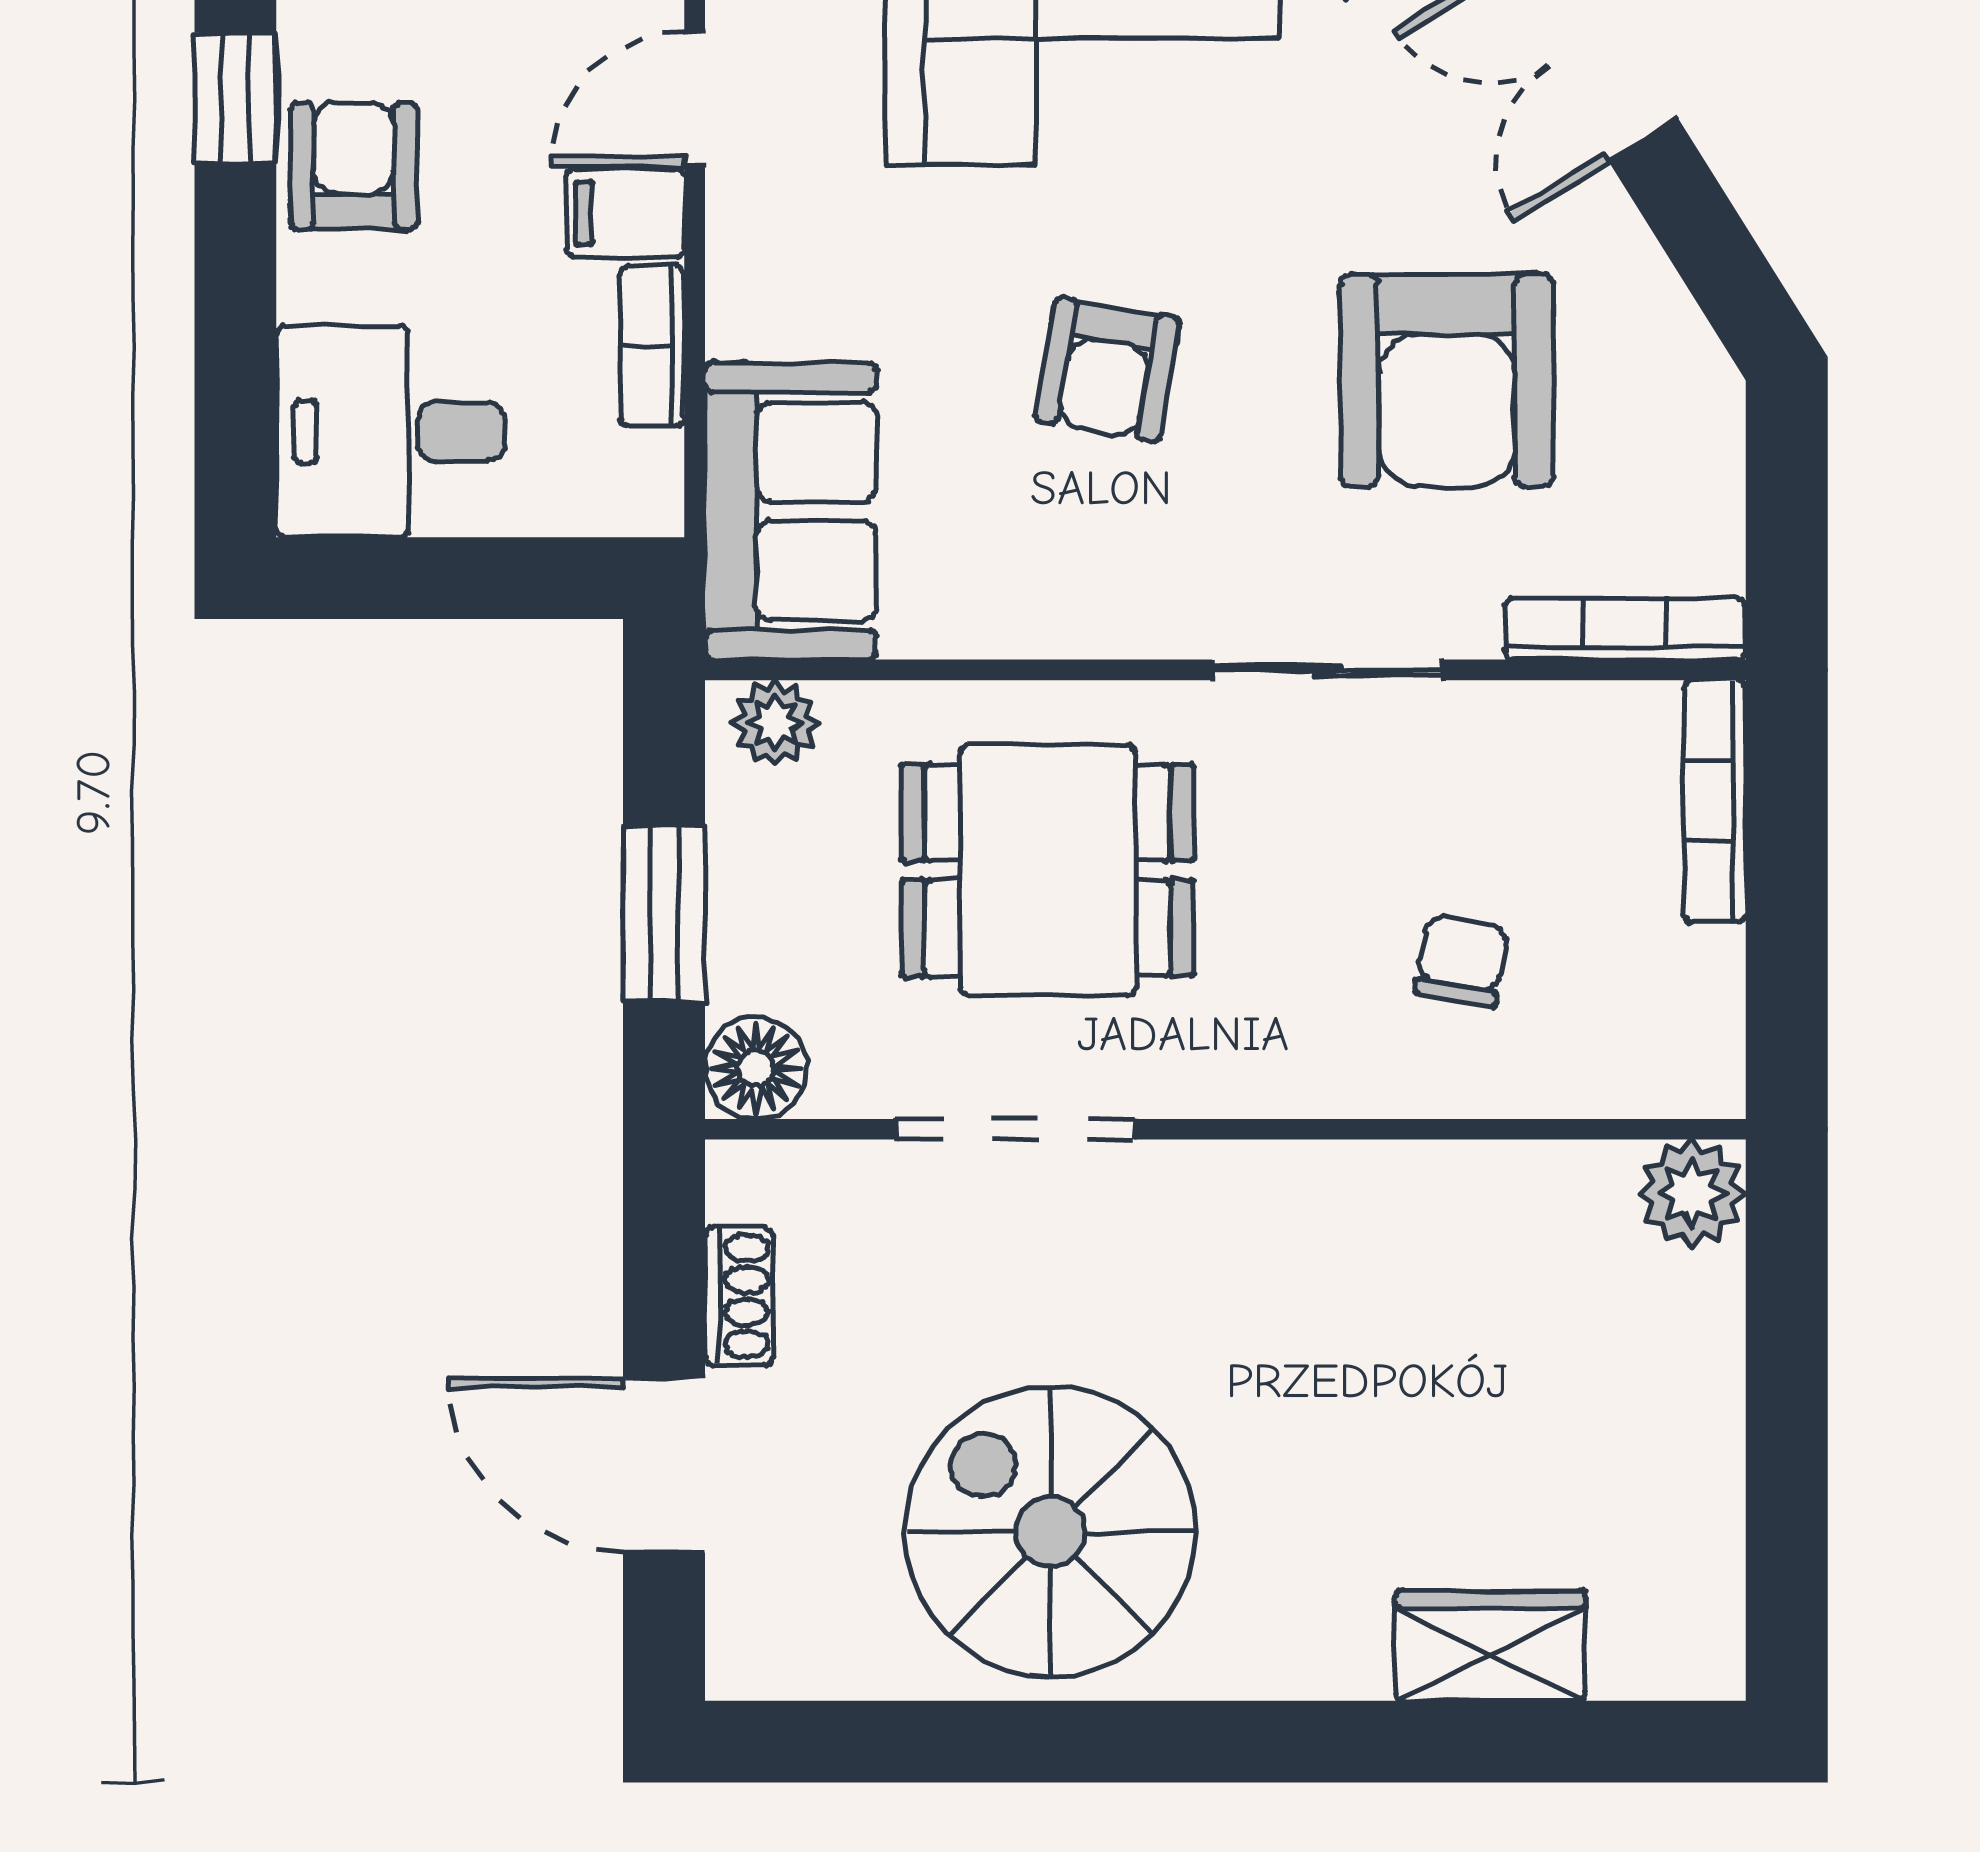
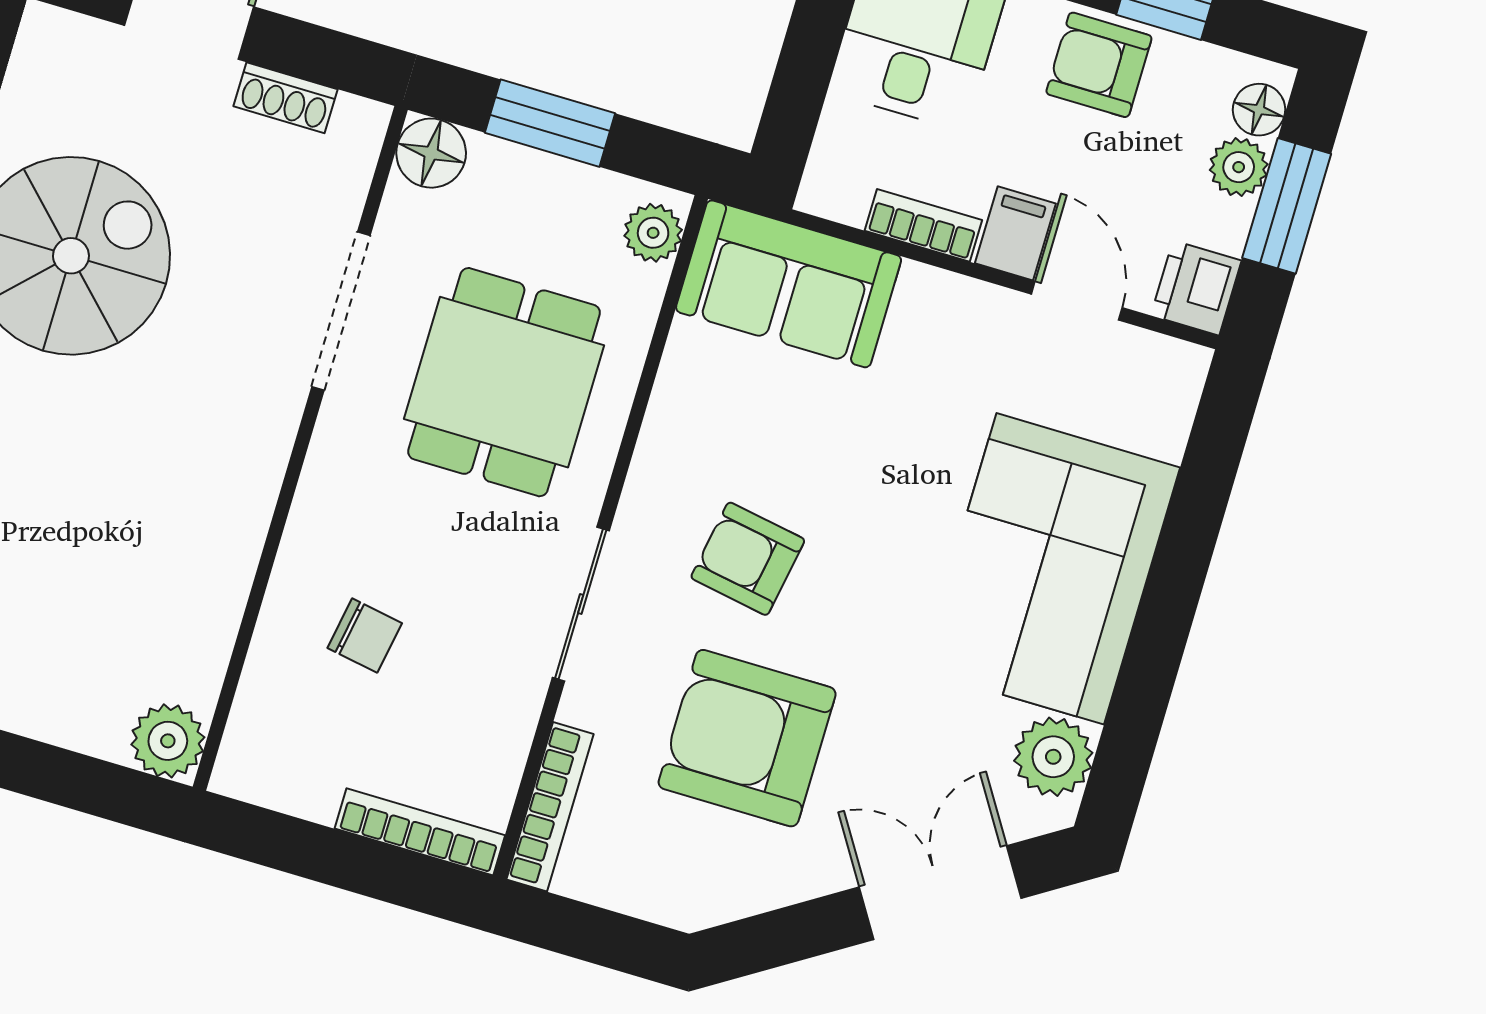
armchair: (354, 166) -> (1099, 65), turned 180
armchair: (1107, 369) -> (748, 559), moved

